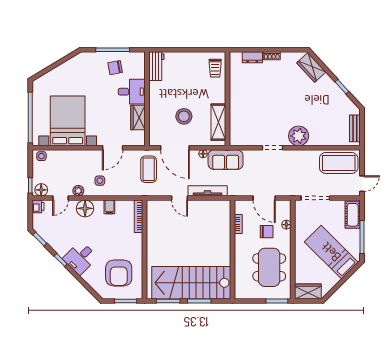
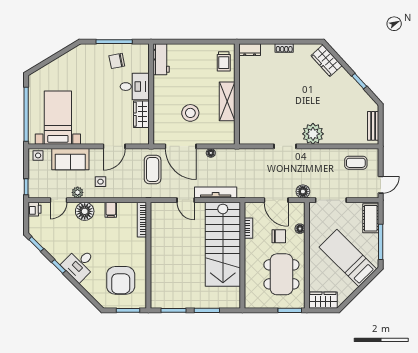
dresser: (252, 57) -> (250, 50), moved
bed with nightstands: (68, 121) -> (58, 118), width x0.73
shelving: (218, 122) -> (227, 101), moved
sofa: (226, 160) -> (70, 159), moved
coffee table: (339, 163) -> (356, 163), width x0.54, depth x0.58
floor lamp: (41, 190) -> (303, 191), moved
stairs: (191, 283) -> (223, 244), moved, turned -90

